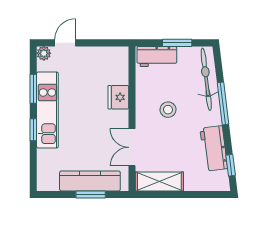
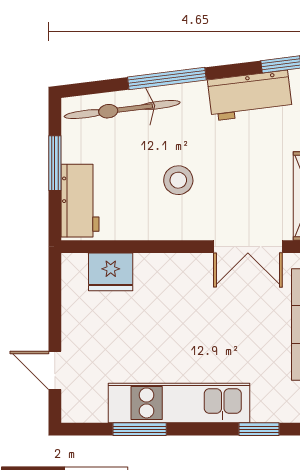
plant: (44, 53) -> (74, 410), removed
fridge: (118, 97) -> (111, 272), moved
window: (33, 130) -> (259, 429), moved

